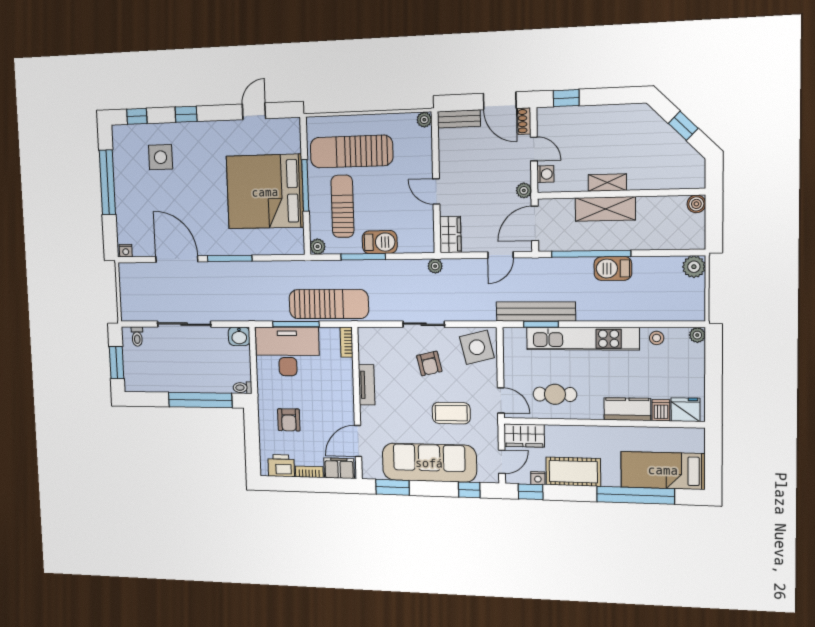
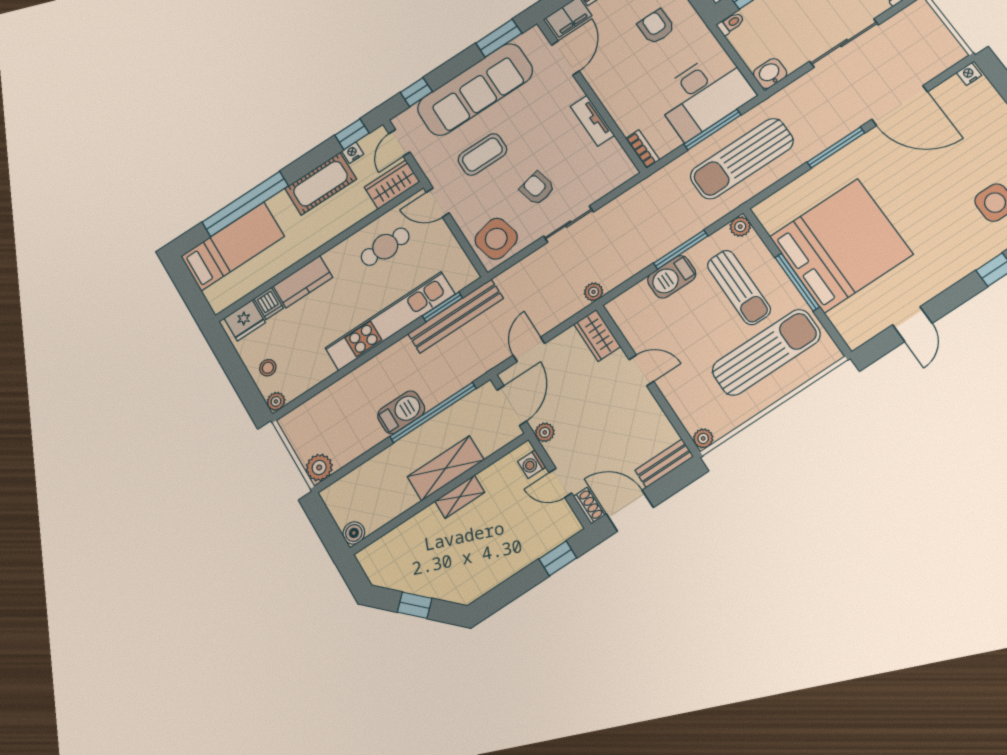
sun lounger: (329, 304) -> (742, 159), moved
stool: (657, 338) -> (268, 368), moved

